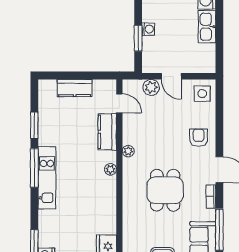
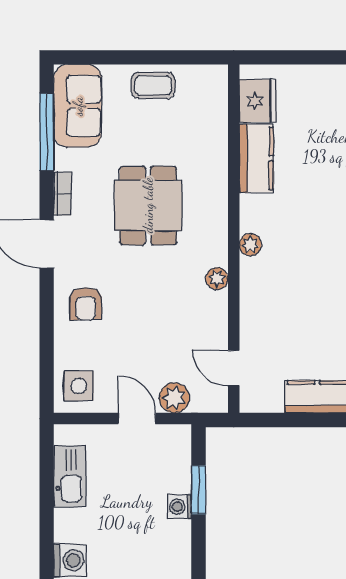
kitchen sink: (207, 27) -> (70, 476), moved
kitchen counter: (107, 132) -> (256, 158), moved

